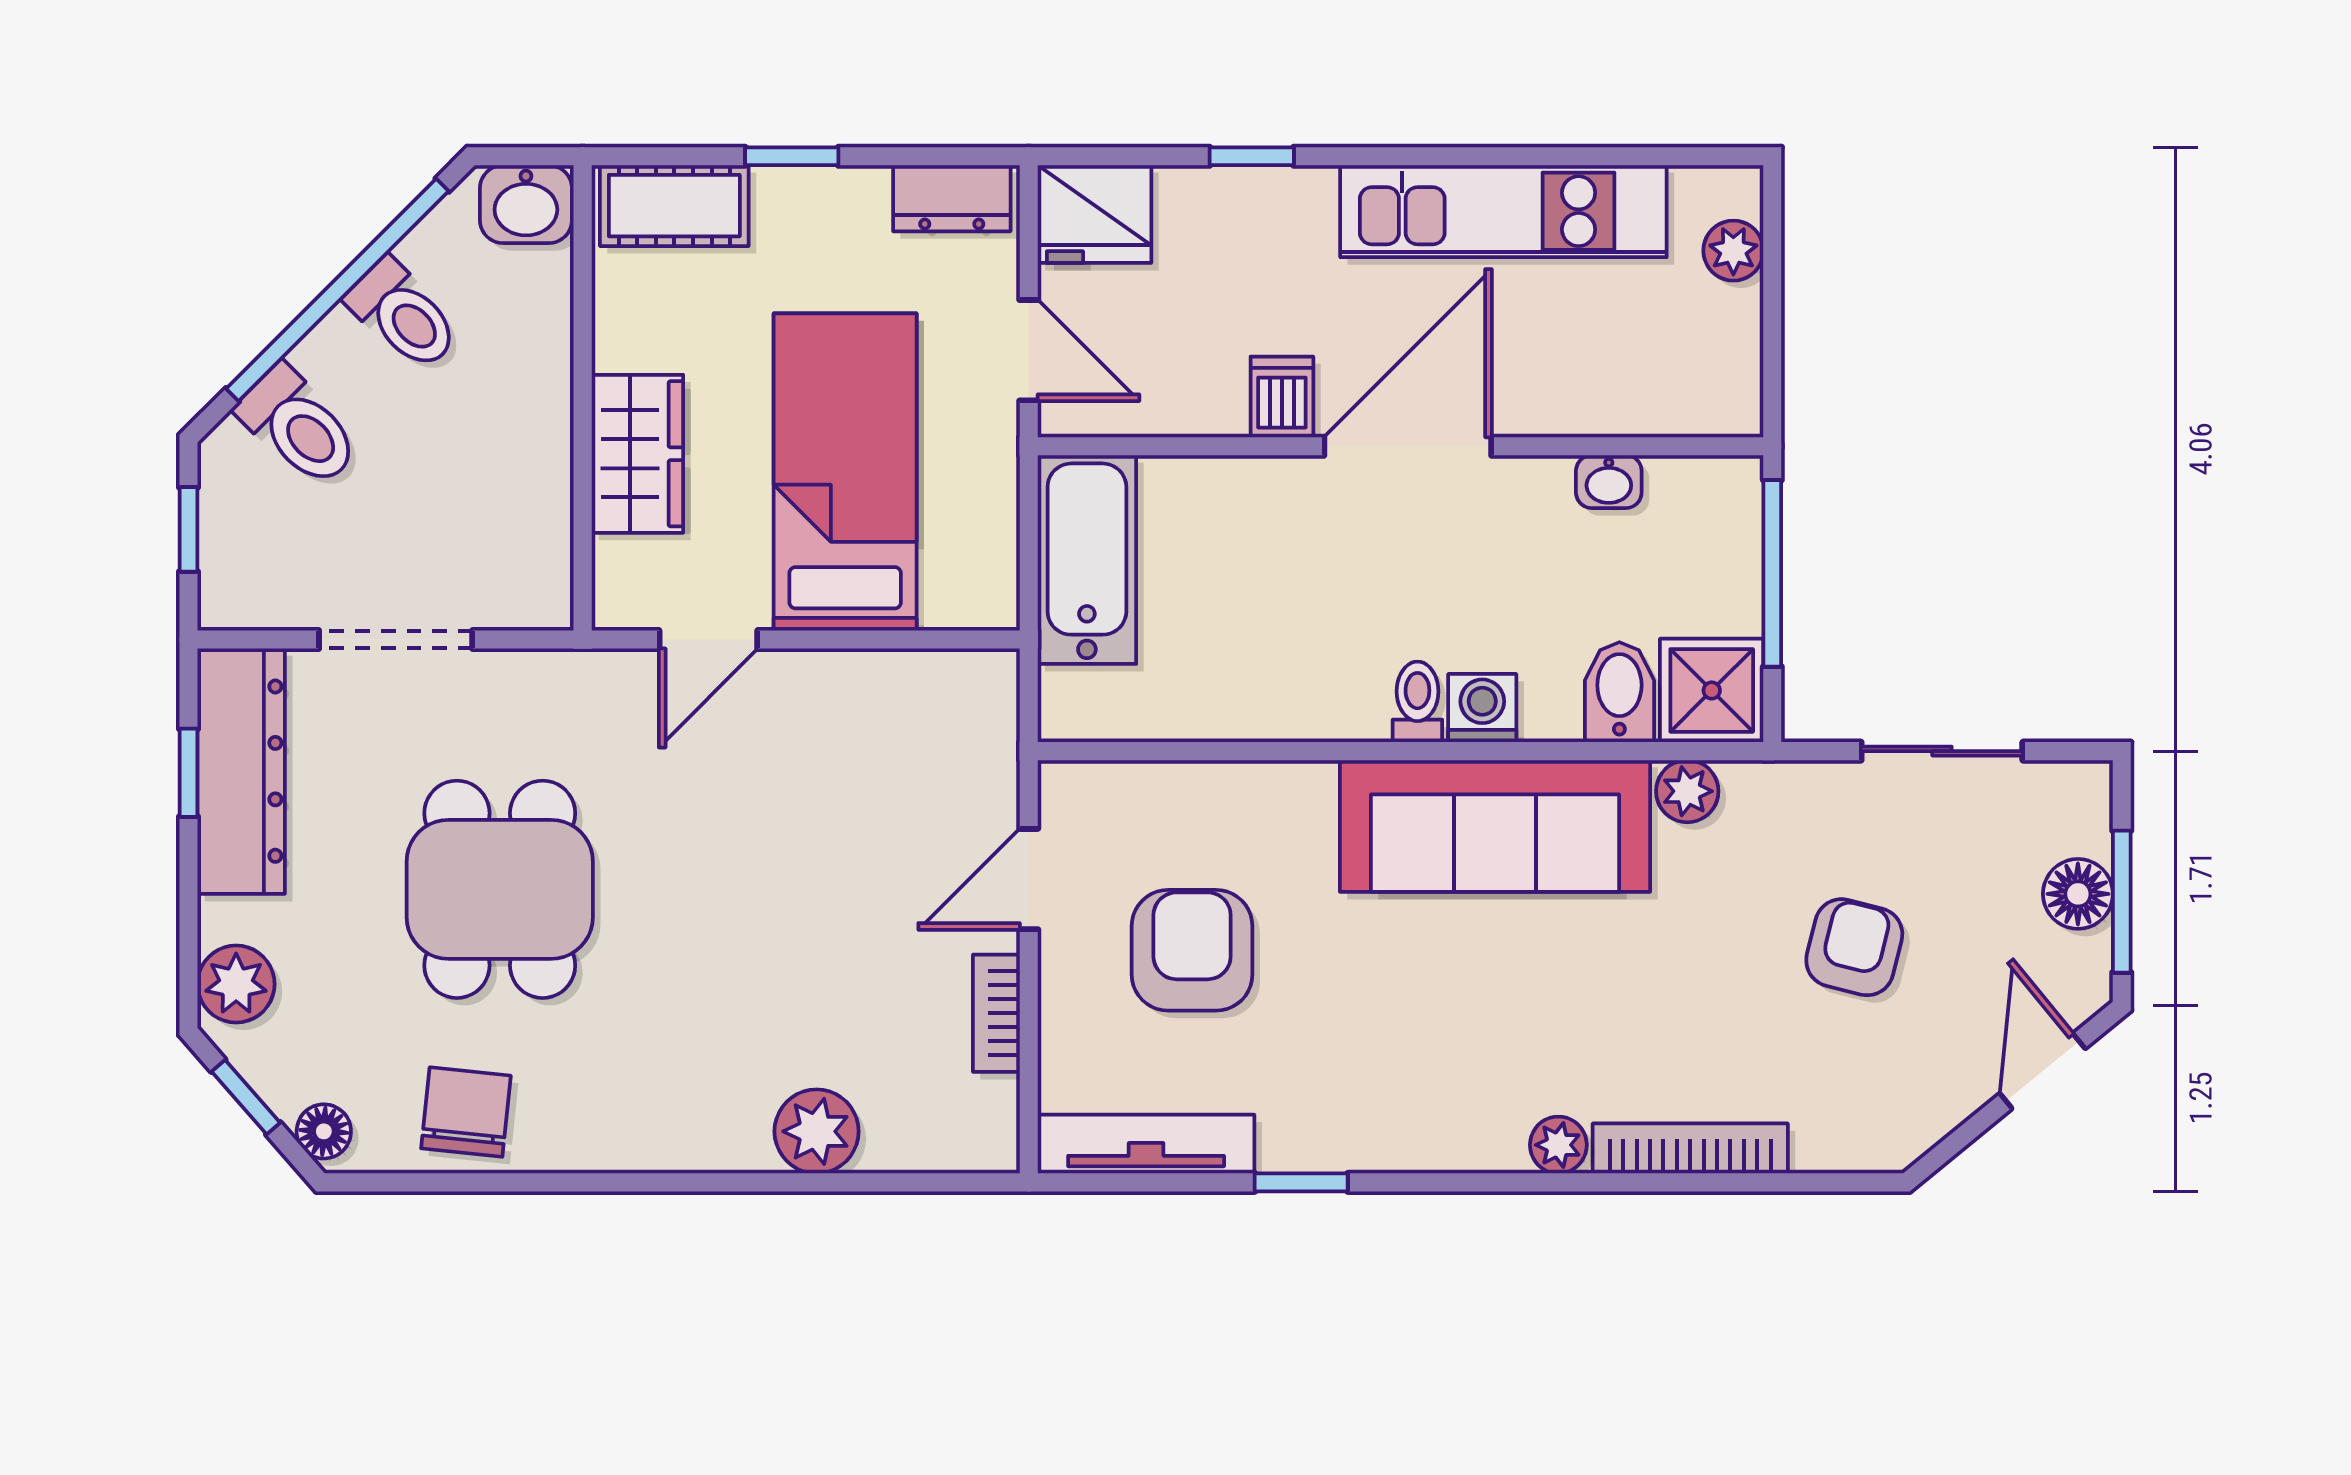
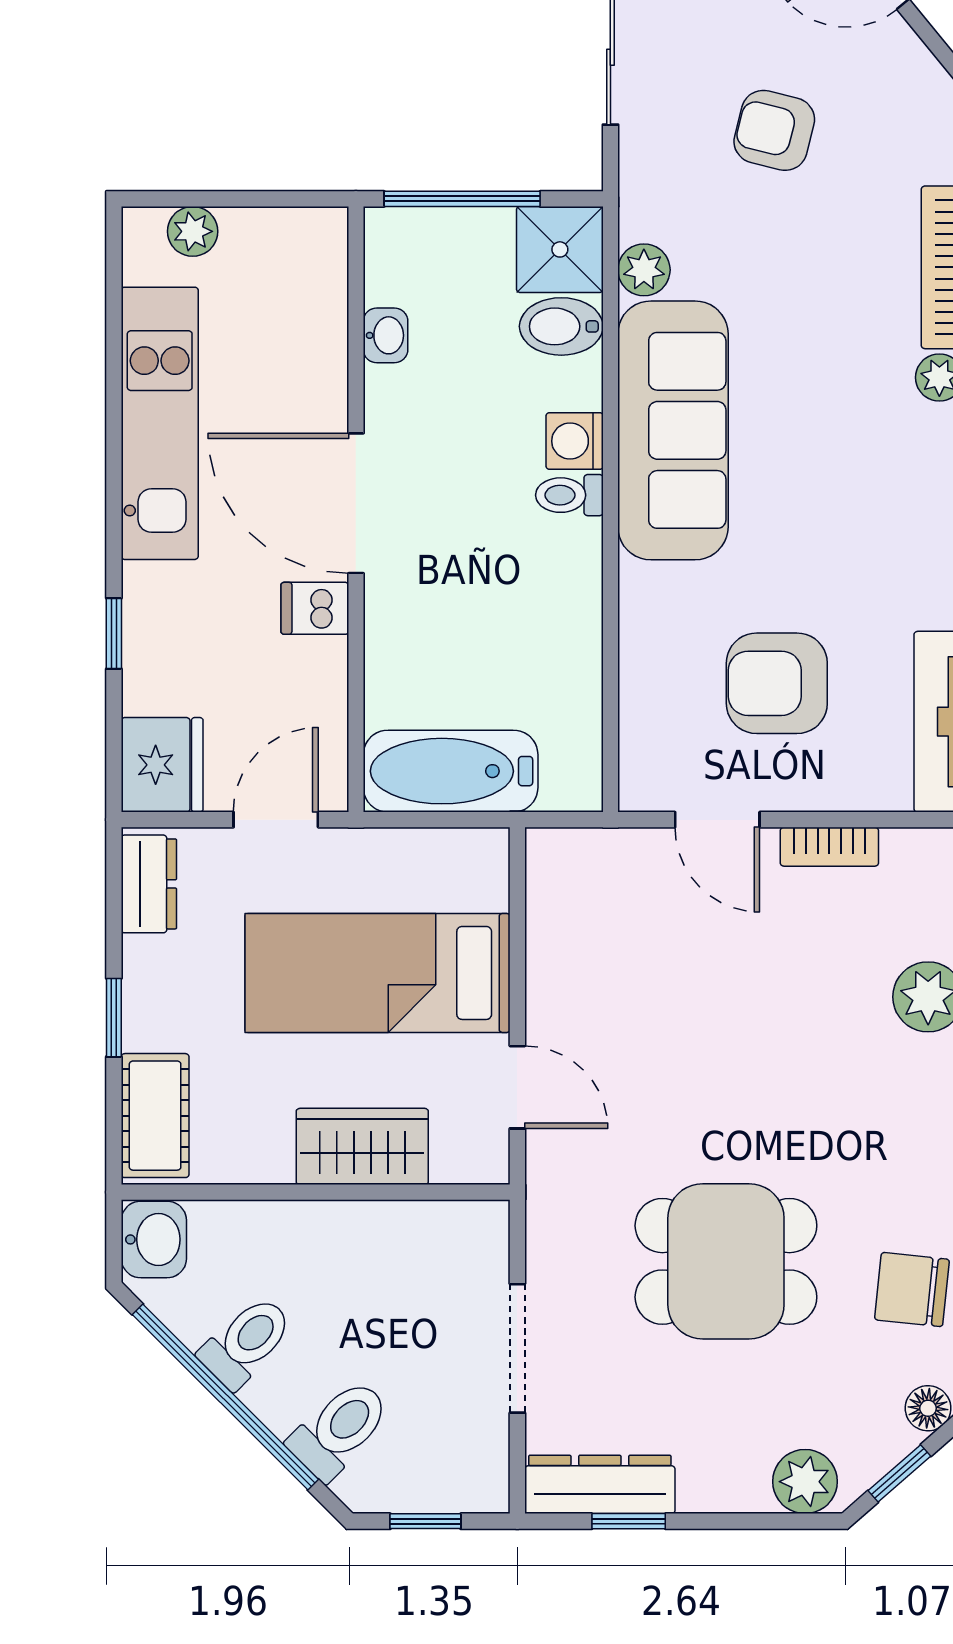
dresser: (241, 771) -> (600, 1484), width x0.73, depth x0.80

